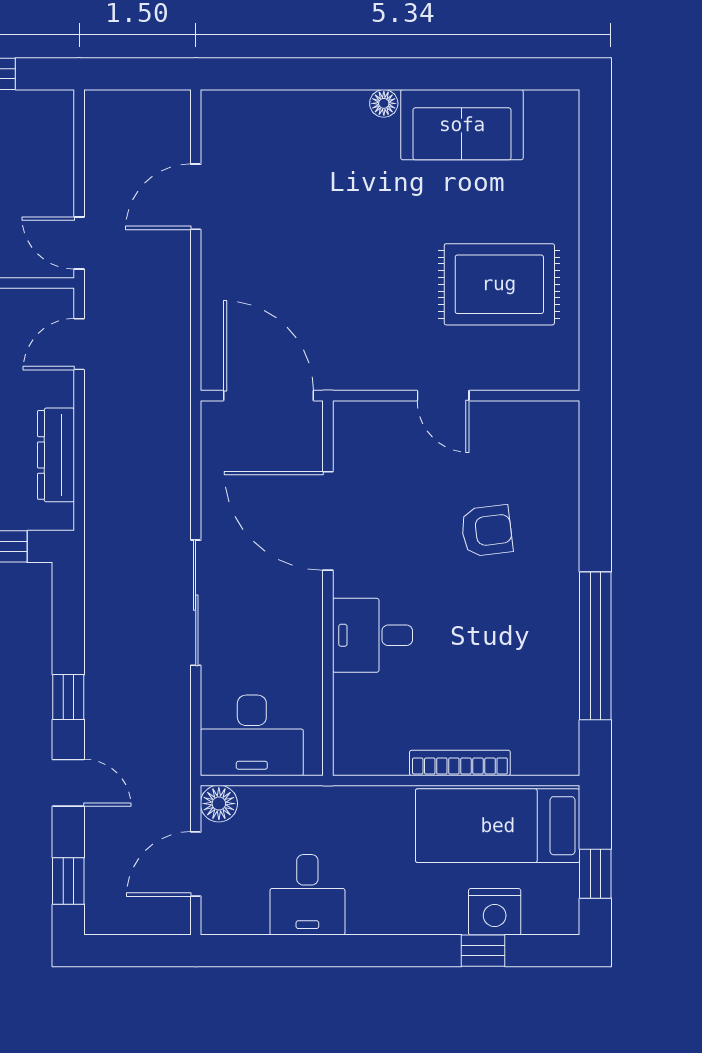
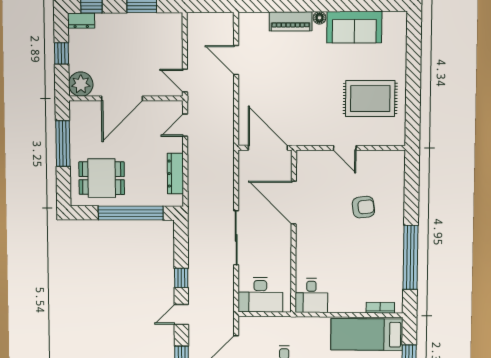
piano: (319, 111) -> (291, 21), added
door: (196, 197) -> (236, 60), hinge flipped
desk: (372, 635) -> (311, 296), moved, turned -90
bookcase: (460, 763) -> (380, 308), moved, width x0.64
door: (68, 783) -> (181, 314), swing flipped
floor lamp: (219, 804) -> (246, 324), removed

